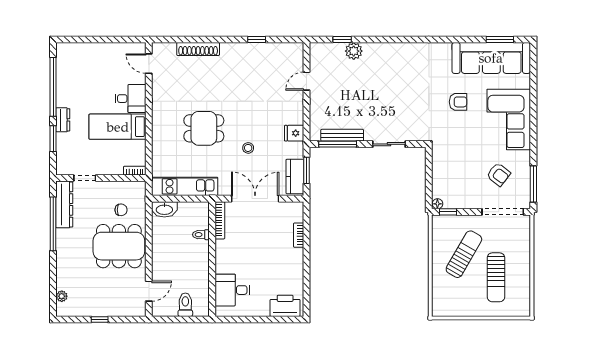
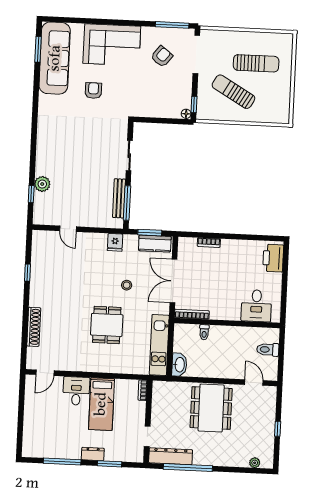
window: (53, 87) -> (62, 462), width x0.68
chair: (121, 210) -> (178, 404), removed

